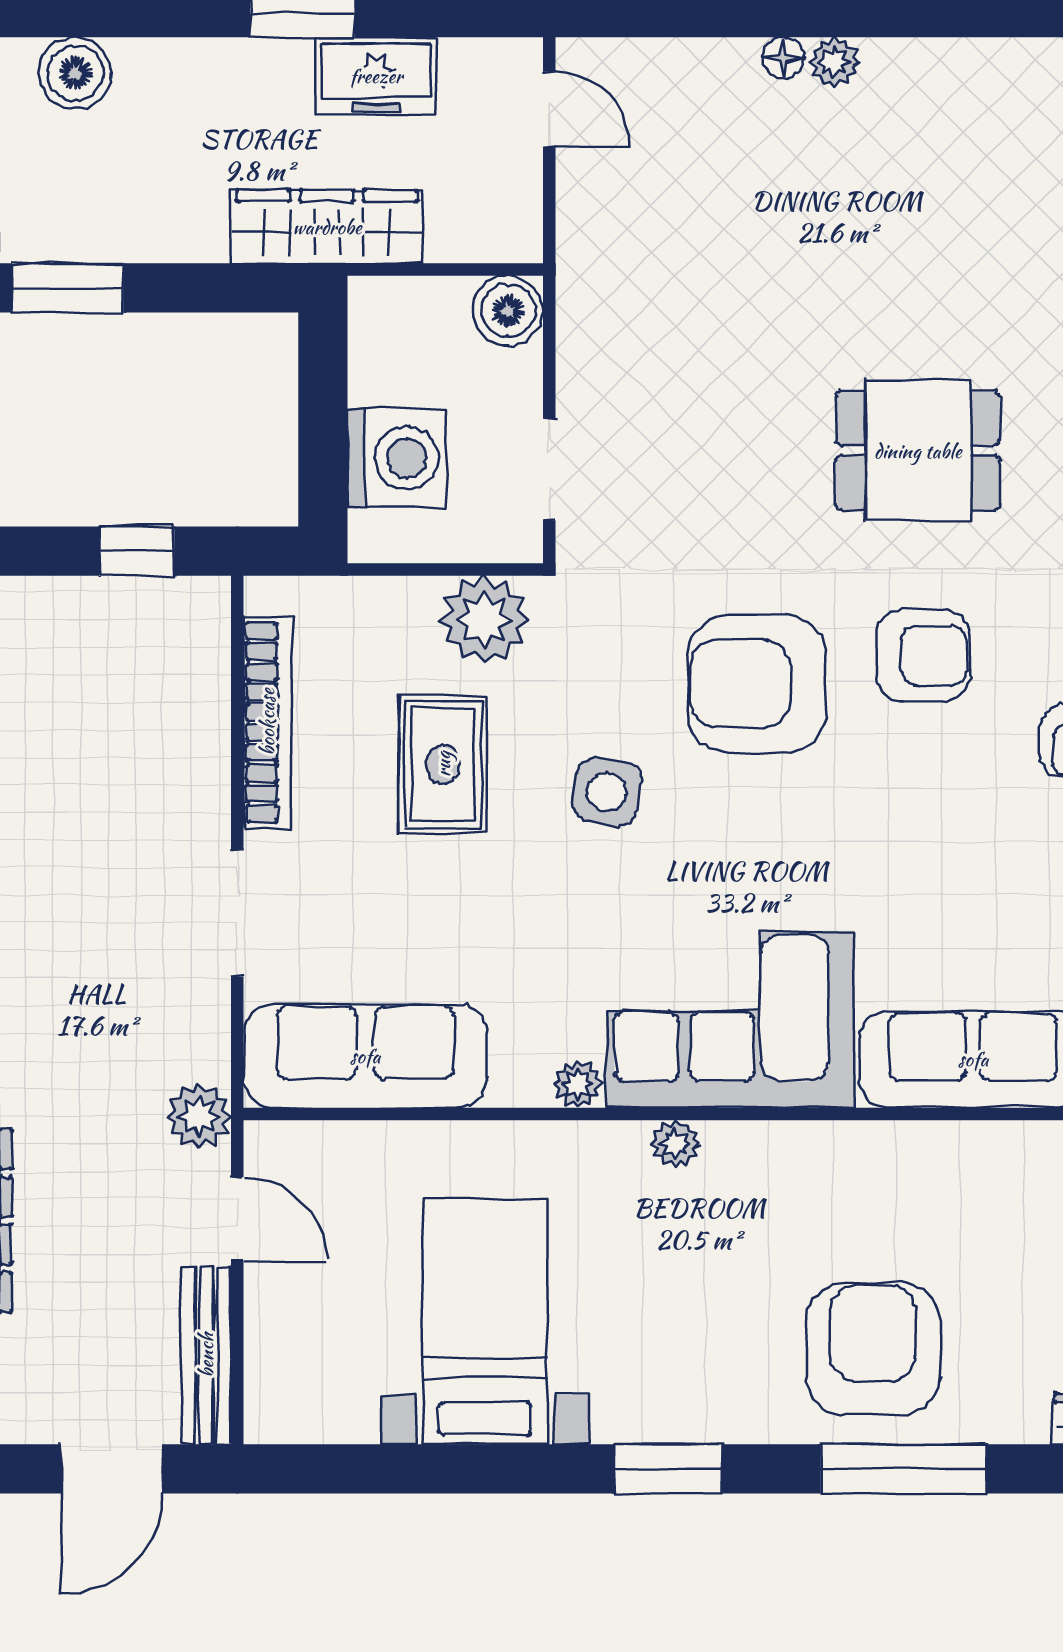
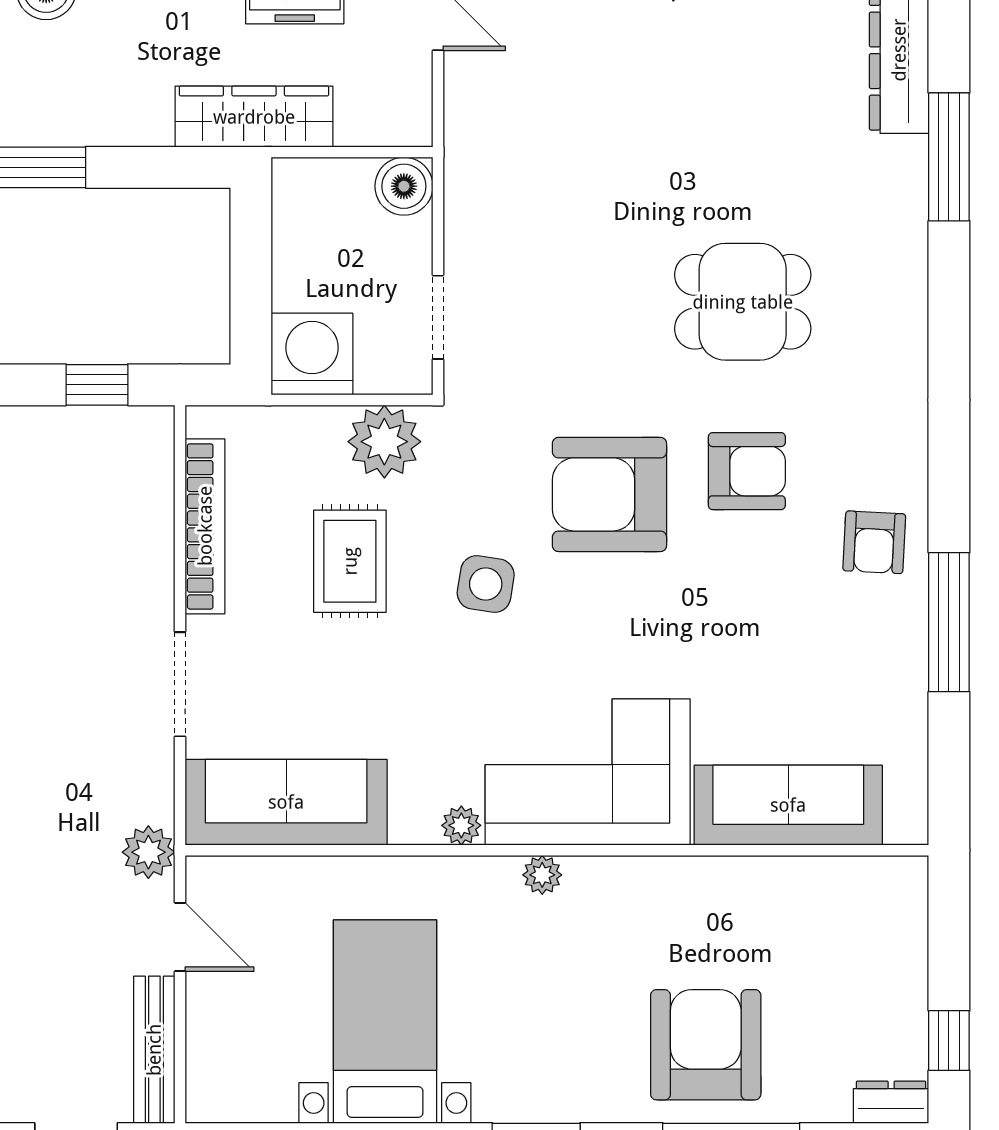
washing machine: (397, 458) -> (312, 354), moved, turned -90

